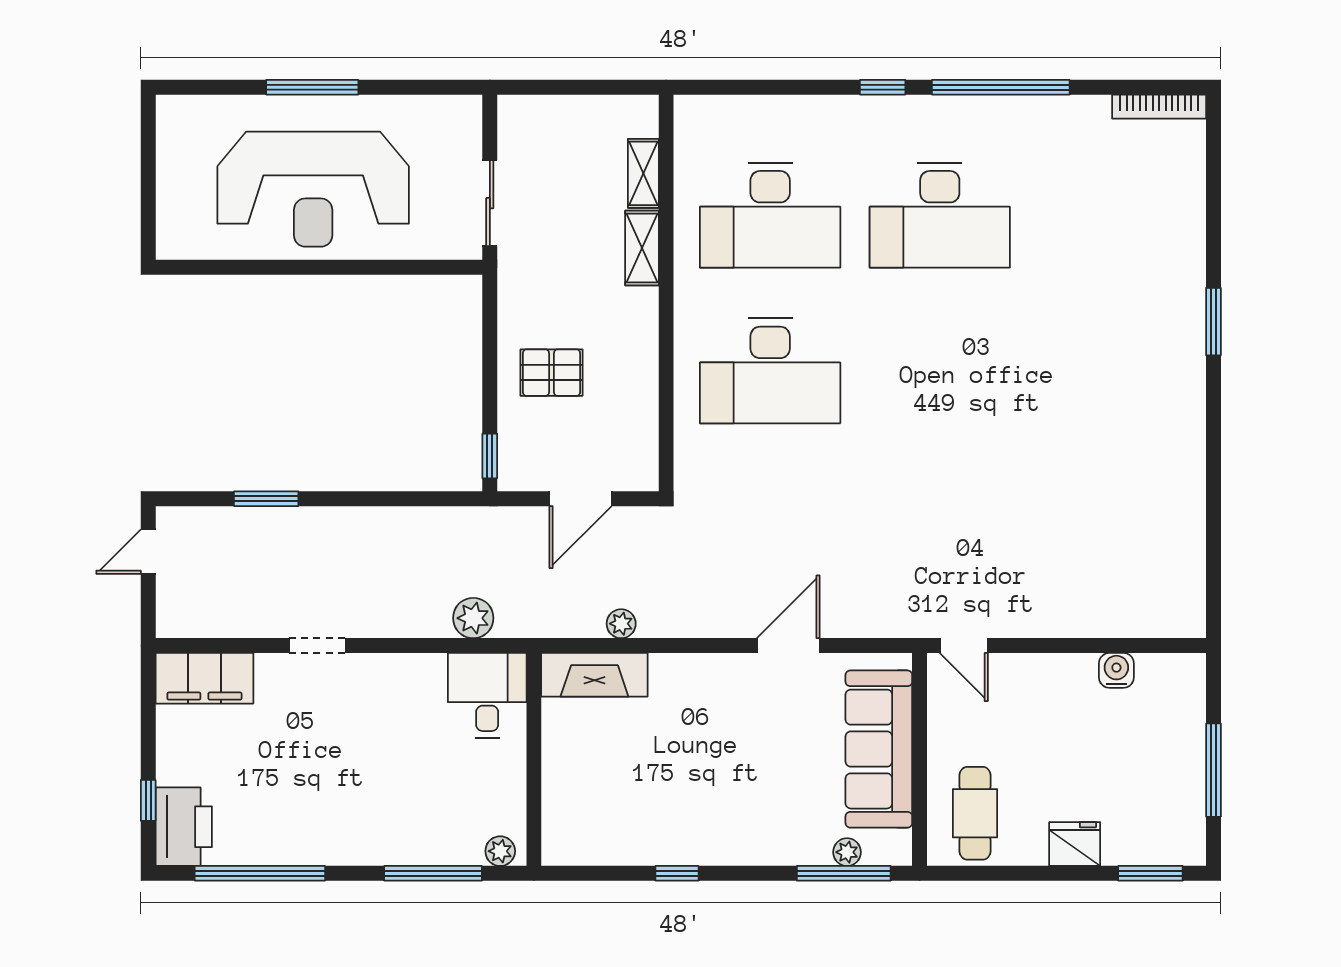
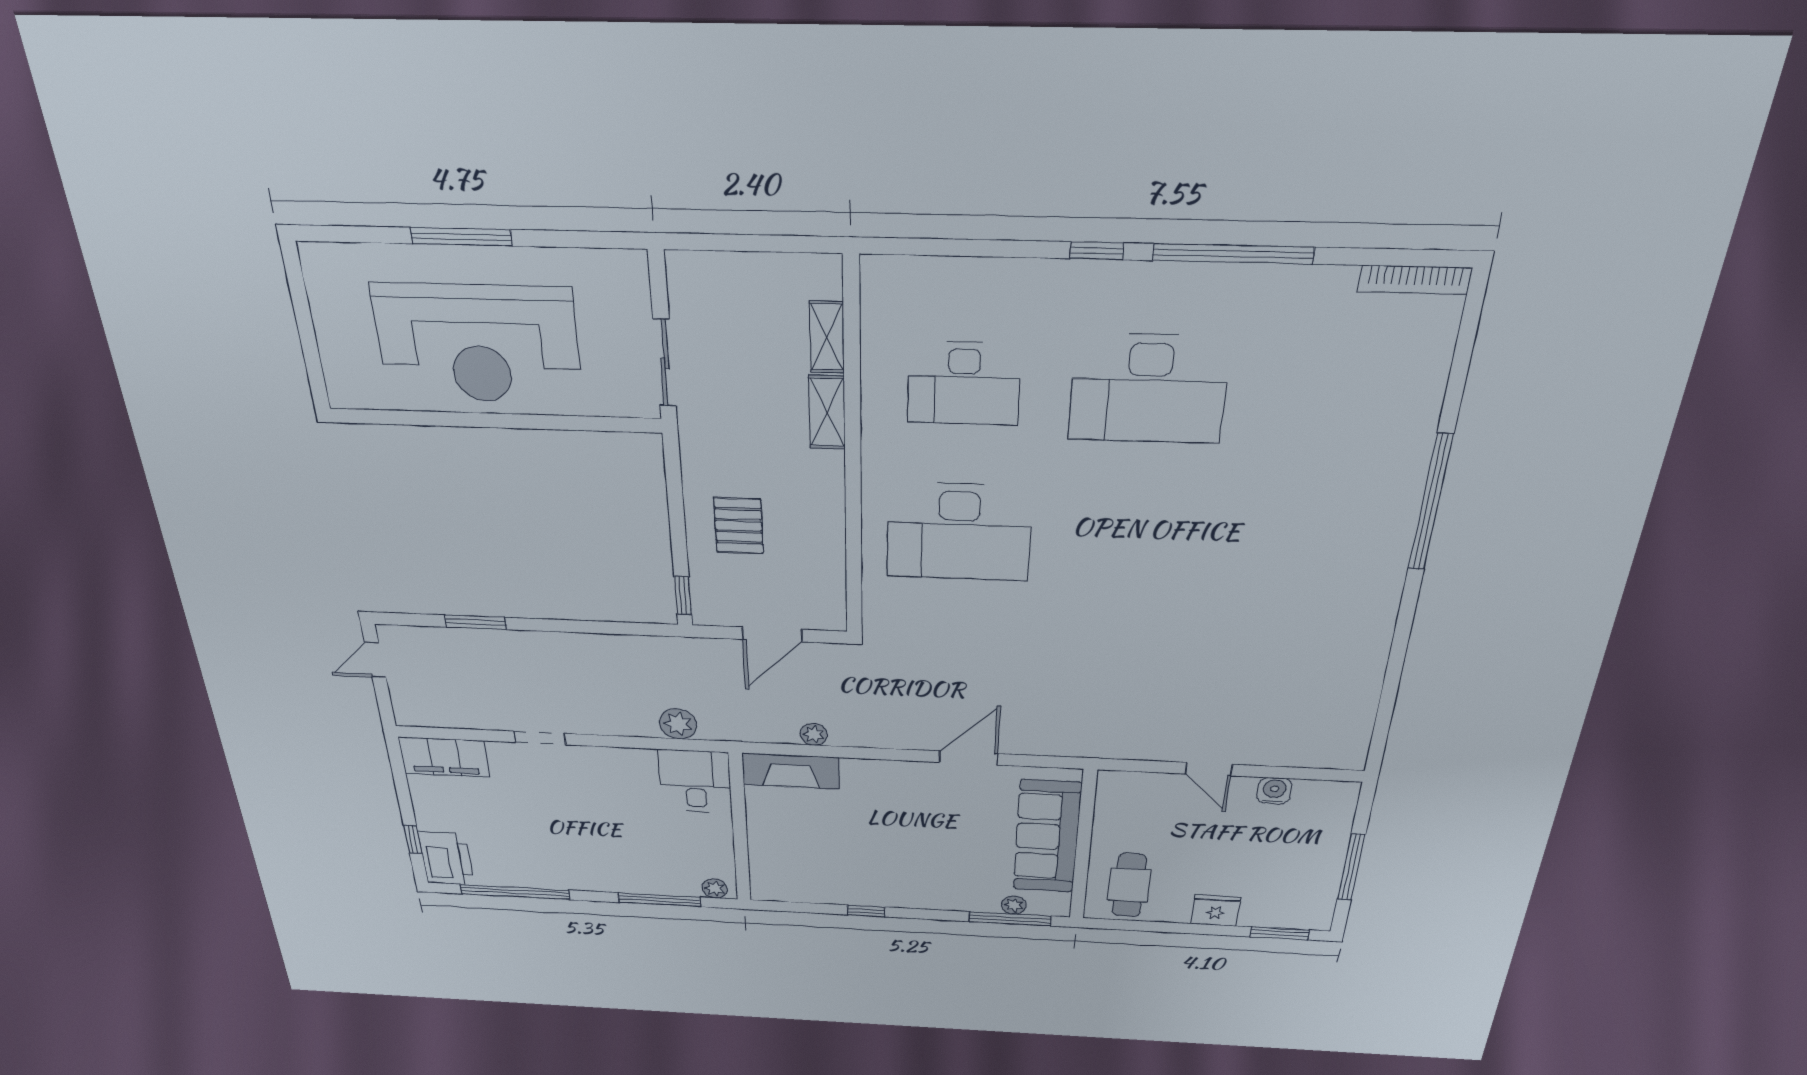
desk: (770, 215) -> (964, 384), width x0.73, depth x0.77
window: (1213, 322) -> (1430, 503), width x2.11
pallet: (552, 373) -> (739, 526), turned 90
door: (964, 646) -> (1209, 769), moved

